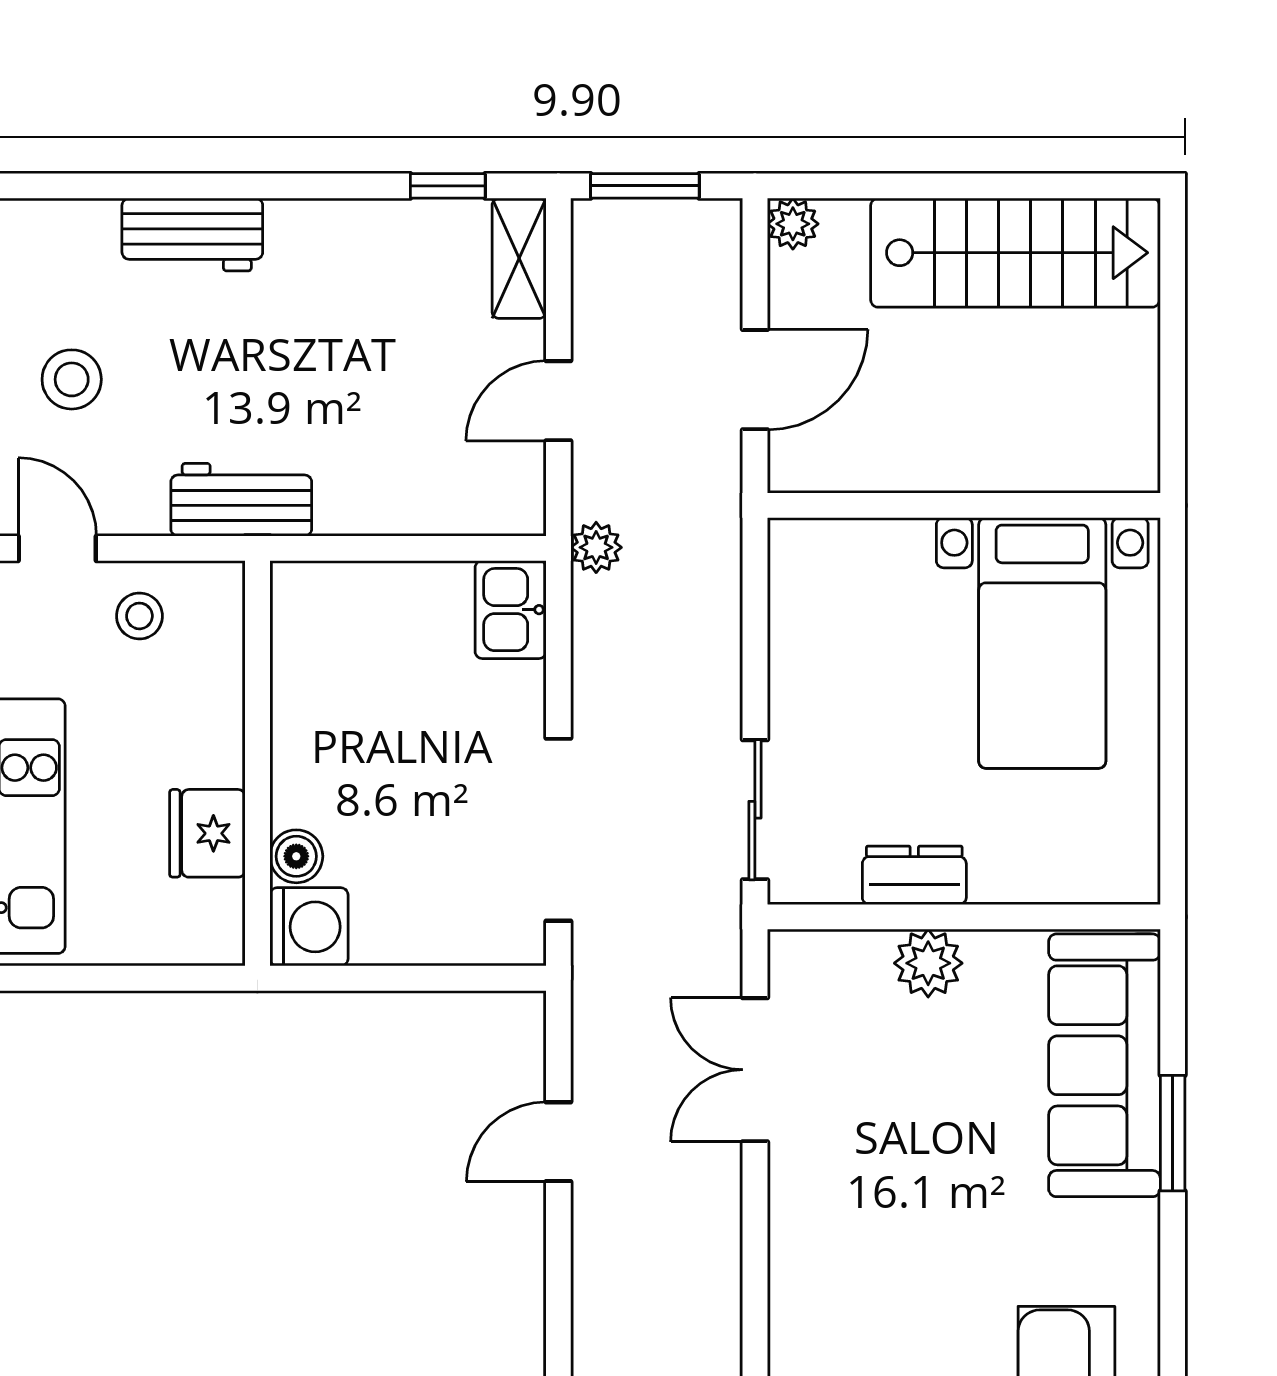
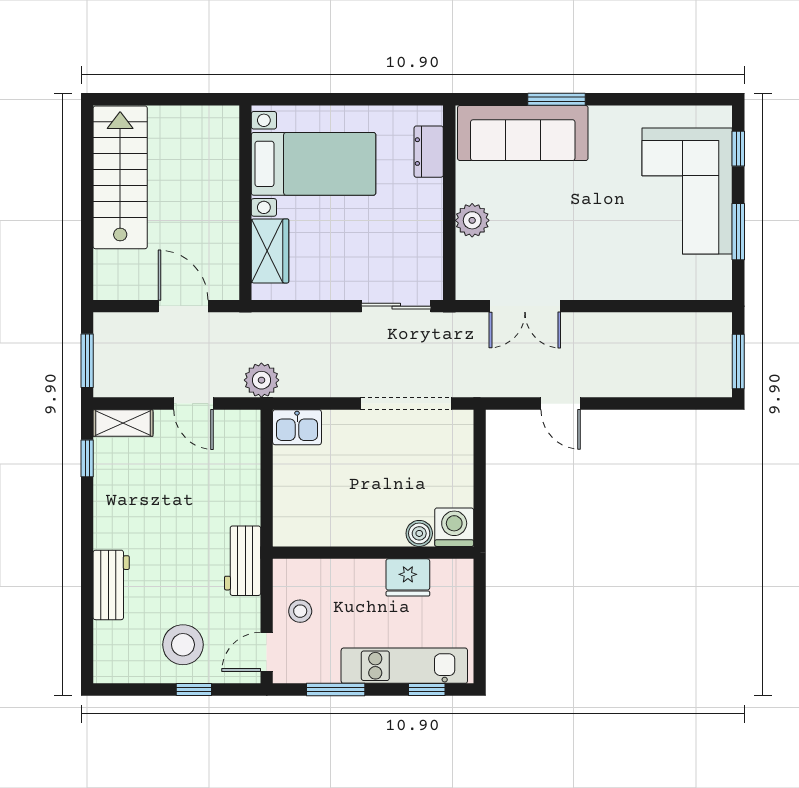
plant: (793, 224) -> (106, 287), removed
stool: (72, 379) -> (183, 645), width x1.38, depth x1.38
plant: (596, 547) -> (261, 380), width x1.38, depth x1.38
wardrobe: (866, 555) -> (270, 251), added
dresser: (914, 875) -> (429, 152), moved

